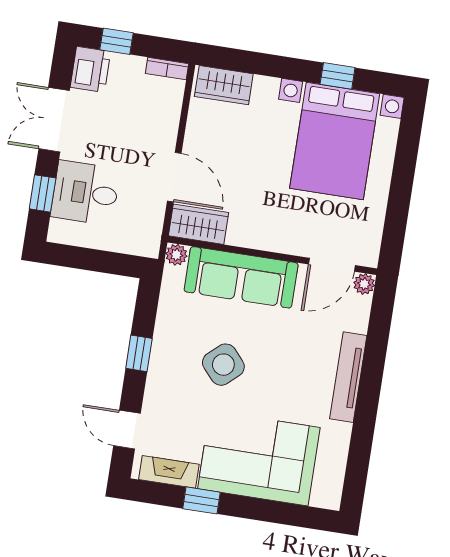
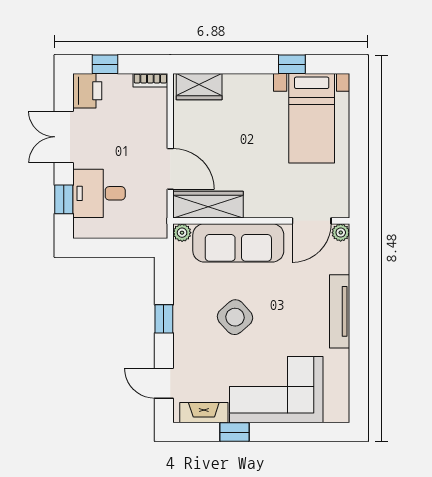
bed with nightstands: (335, 141) -> (312, 118), width x0.73
wardrobe: (199, 224) -> (208, 205), width x1.50

